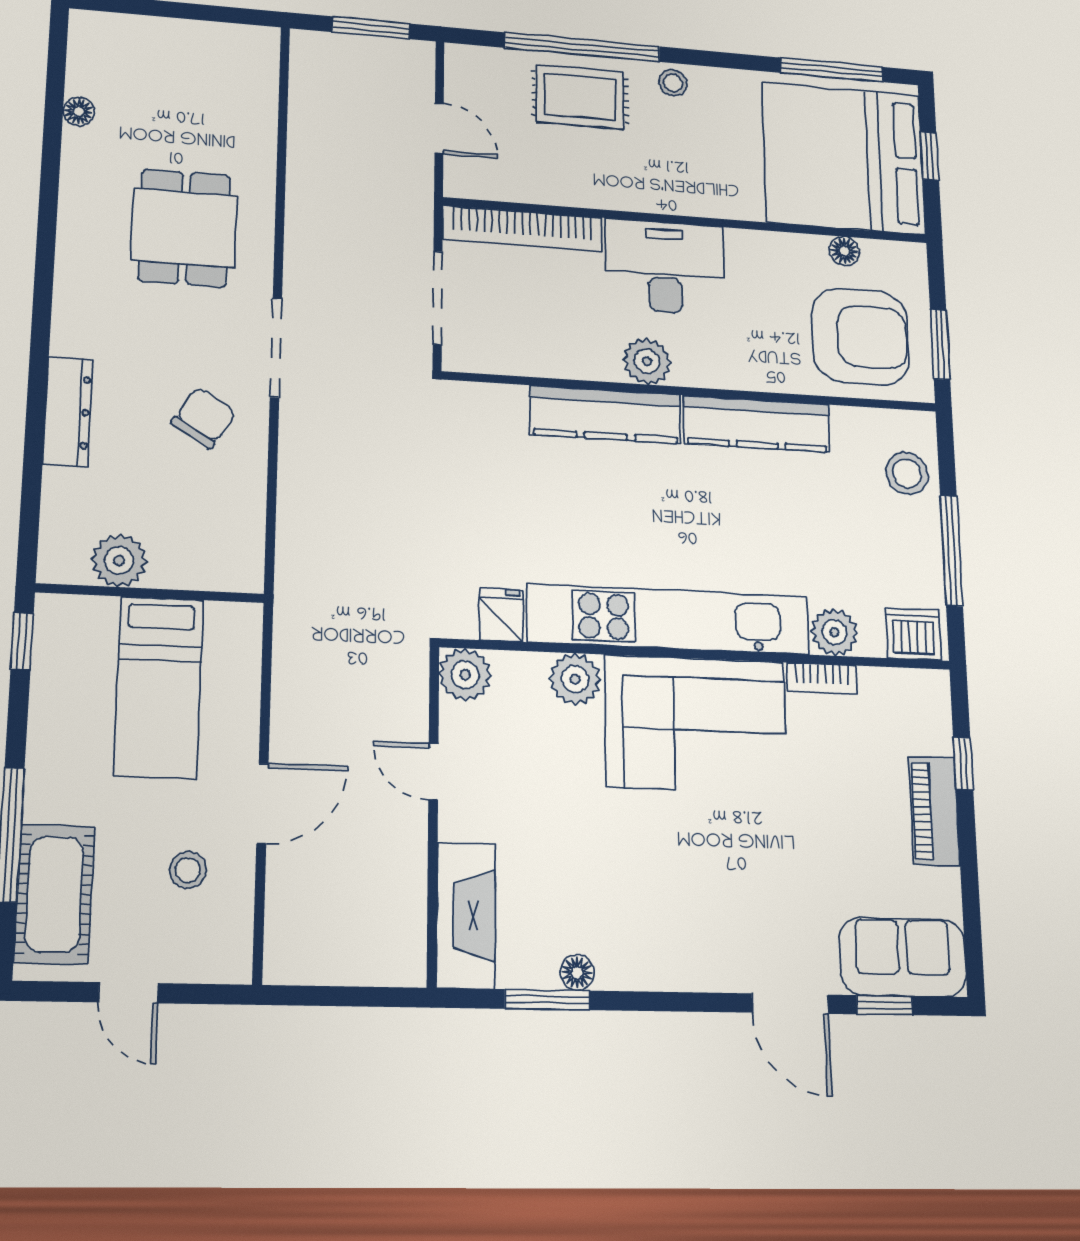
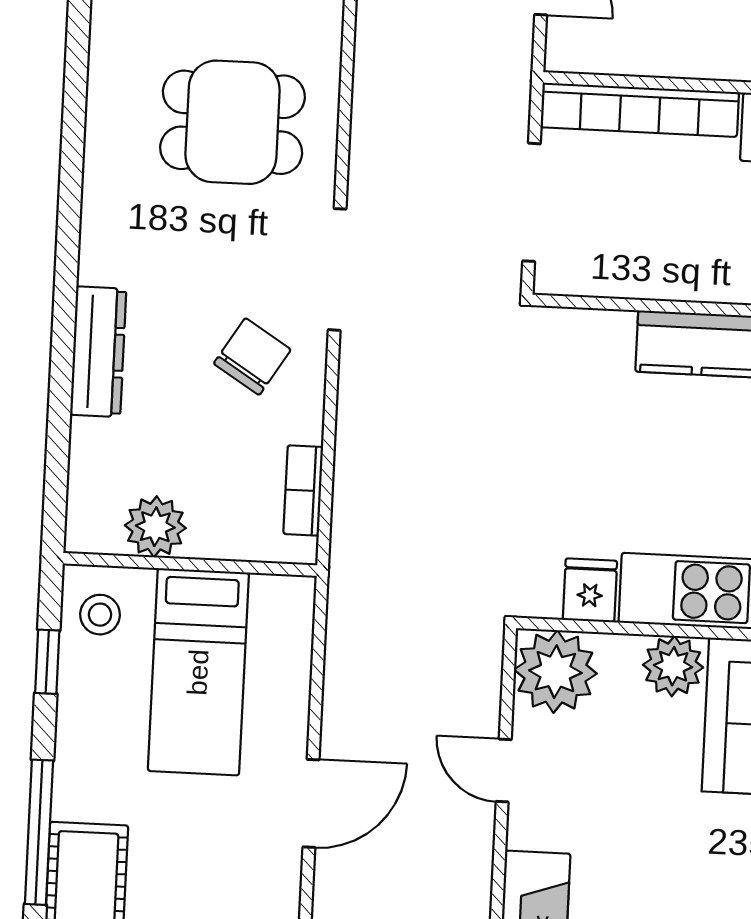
dining table: (185, 228) -> (233, 122), turned 90
bookcase: (250, 530) -> (303, 490), added
window: (22, 641) -> (47, 662), moved
plant: (465, 675) -> (555, 672), width x1.36, depth x1.36
stool: (188, 870) -> (100, 615), moved

